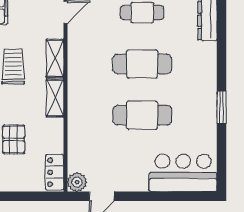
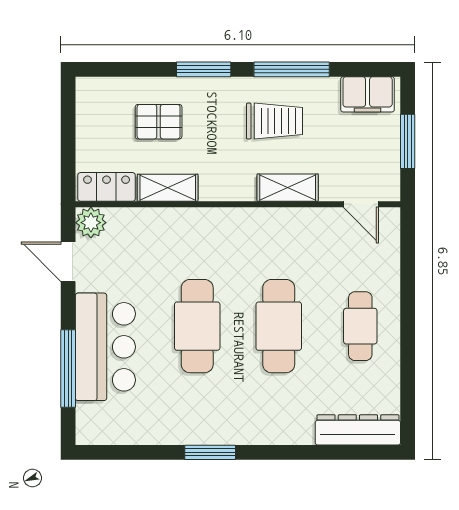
shelving: (55, 98) -> (168, 188), moved
bar counter: (183, 173) -> (105, 347), moved
window: (169, 196) -> (68, 369), added

